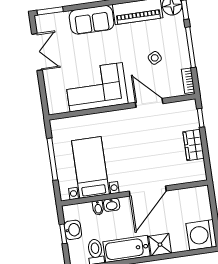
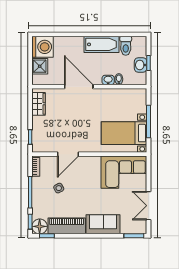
corner sofa: (96, 87) -> (124, 172), moved
door: (149, 103) -> (68, 154), hinge flipped
wardrobe: (194, 145) -> (39, 104), moved
bed with nightstands: (90, 167) -> (124, 133), moved, turned 90
door: (148, 191) -> (79, 87), hinge flipped
shower: (160, 245) -> (40, 66), moved

